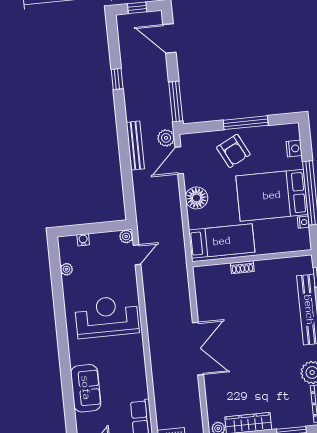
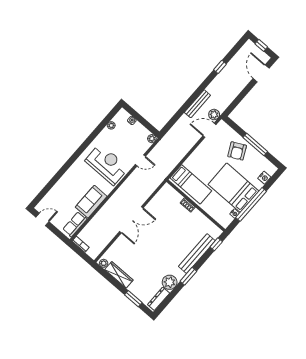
window: (176, 101) -> (235, 103), removed
floor lamp: (197, 198) -> (200, 154), removed
door: (137, 255) -> (140, 160), moved
sofa: (86, 388) -> (91, 202), moved, turned 180

